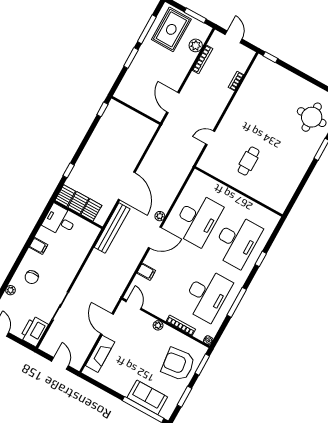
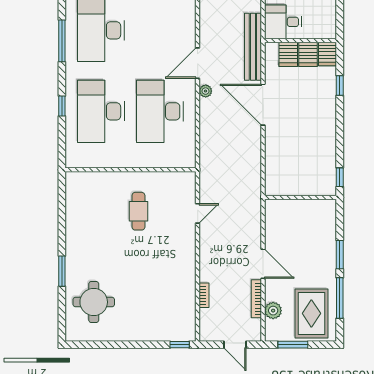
door: (173, 103) -> (263, 264), moved
desk: (60, 221) -> (283, 22), moved, turned 180
filing cabinet: (146, 272) -> (186, 18), removed

